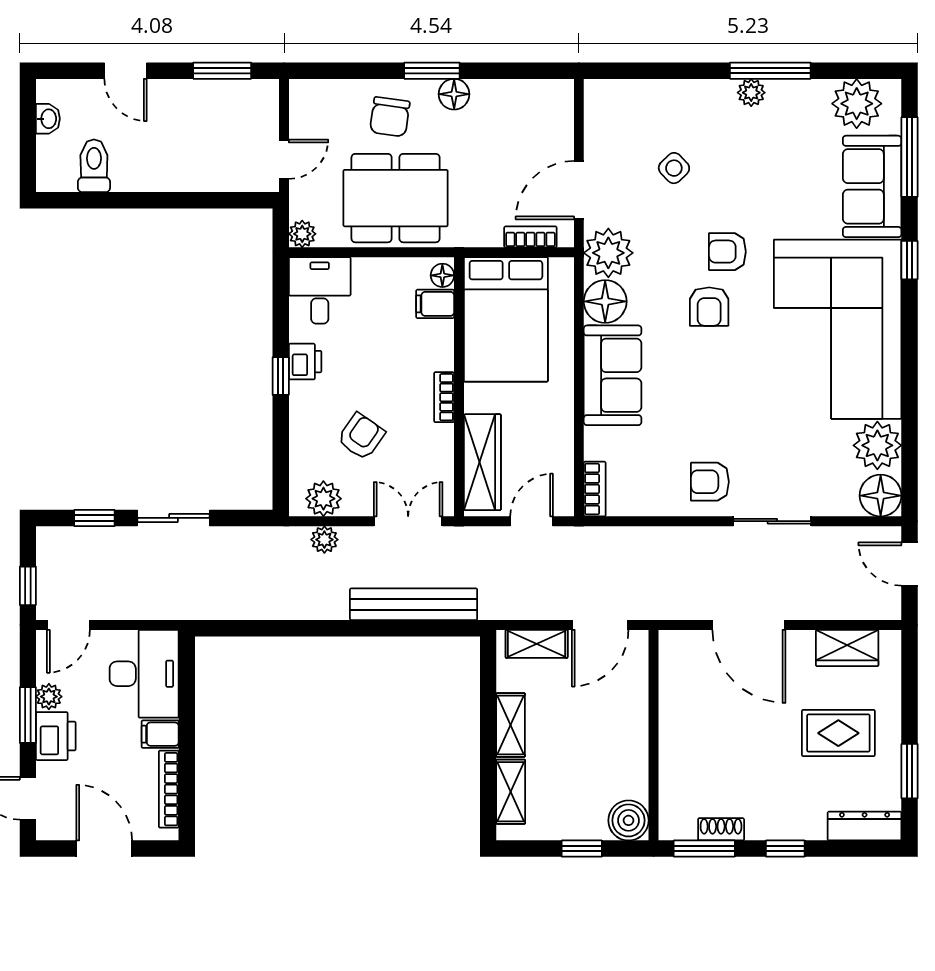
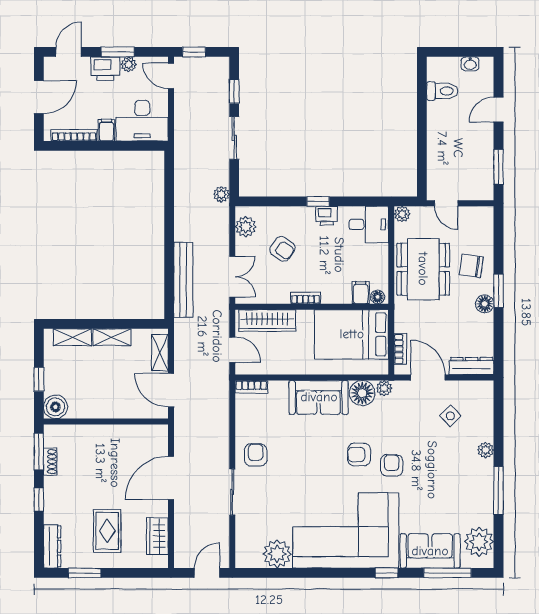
plant: (751, 93) -> (486, 450), moved
dresser: (559, 116) -> (472, 366), added
side table: (674, 168) -> (450, 416), moved
plant: (608, 253) -> (384, 388), width x0.53, depth x0.53
floor lamp: (881, 496) -> (247, 556), removed
plant: (324, 540) -> (221, 194), moved

